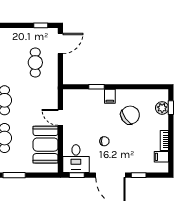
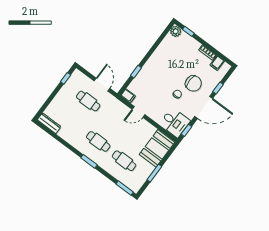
door: (60, 43) -> (102, 85), moved
filing cabinet: (110, 96) -> (128, 96), moved
plant: (162, 108) -> (176, 31), moved
chair: (130, 115) -> (193, 83), moved, turned 125
booth: (46, 145) -> (157, 148), moved, turned 90

